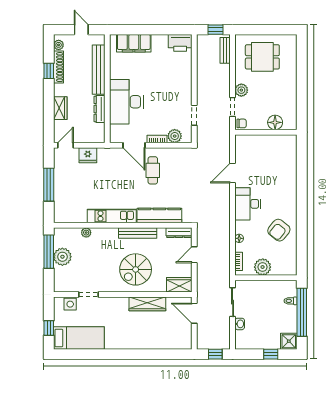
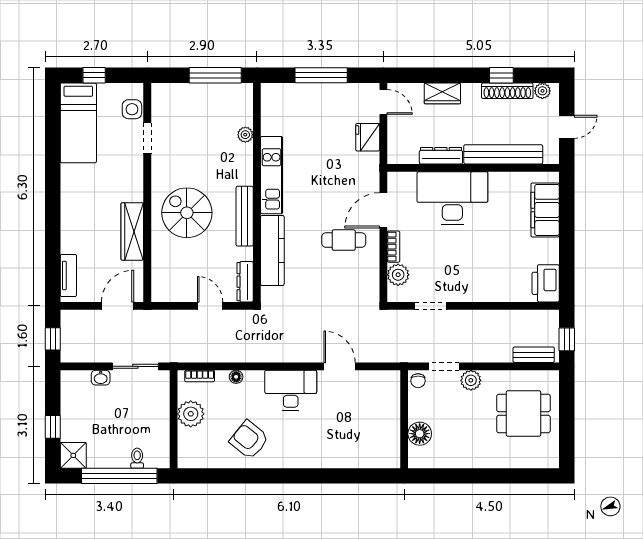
dining table: (262, 57) -> (523, 413), turned 90
plant: (62, 257) -> (207, 97), removed
wardrobe: (179, 285) -> (163, 282), removed
tv unit: (175, 344) -> (68, 275), added

